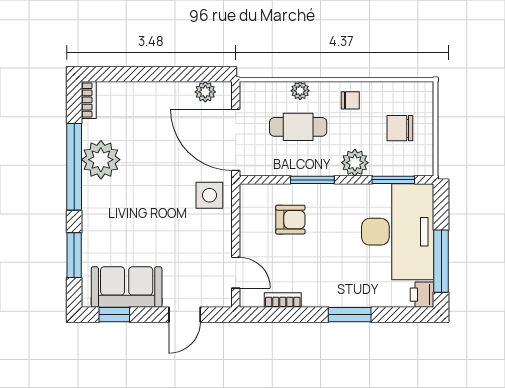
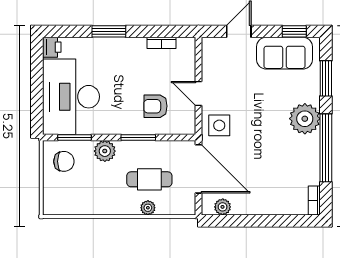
chair: (350, 100) -> (108, 200), removed
chair: (400, 128) -> (64, 161), moved
plant: (101, 160) -> (305, 119), moved
window: (441, 261) -> (37, 73), removed
door: (236, 273) -> (199, 93), moved

